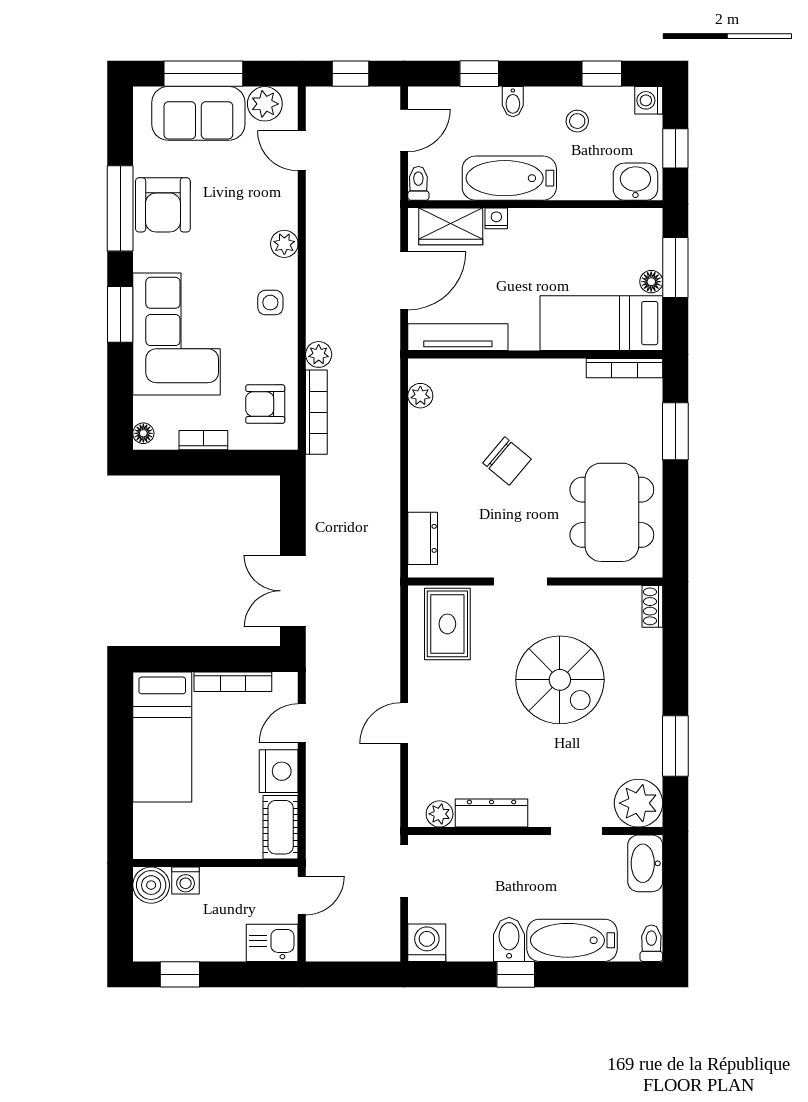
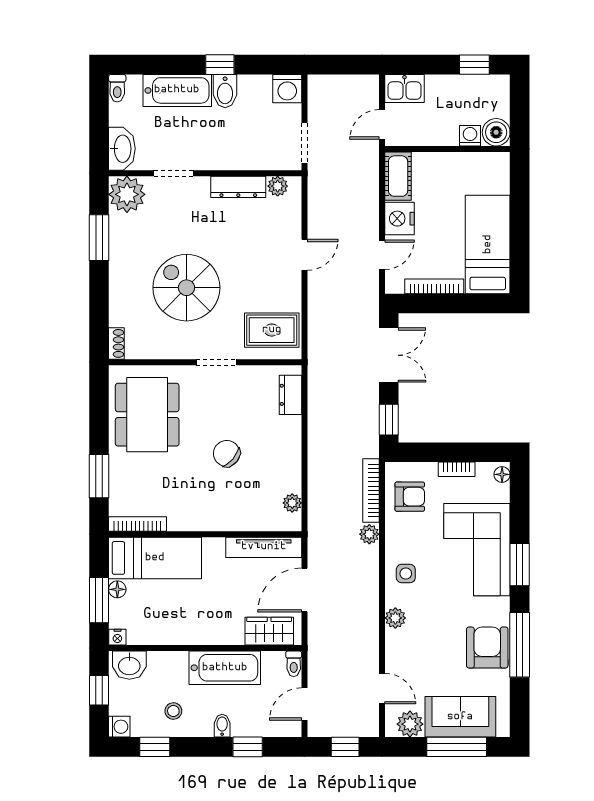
nightstand: (496, 218) -> (117, 637), moved
window: (293, 506) -> (389, 420), added
rug: (447, 624) -> (272, 330), turned 90

